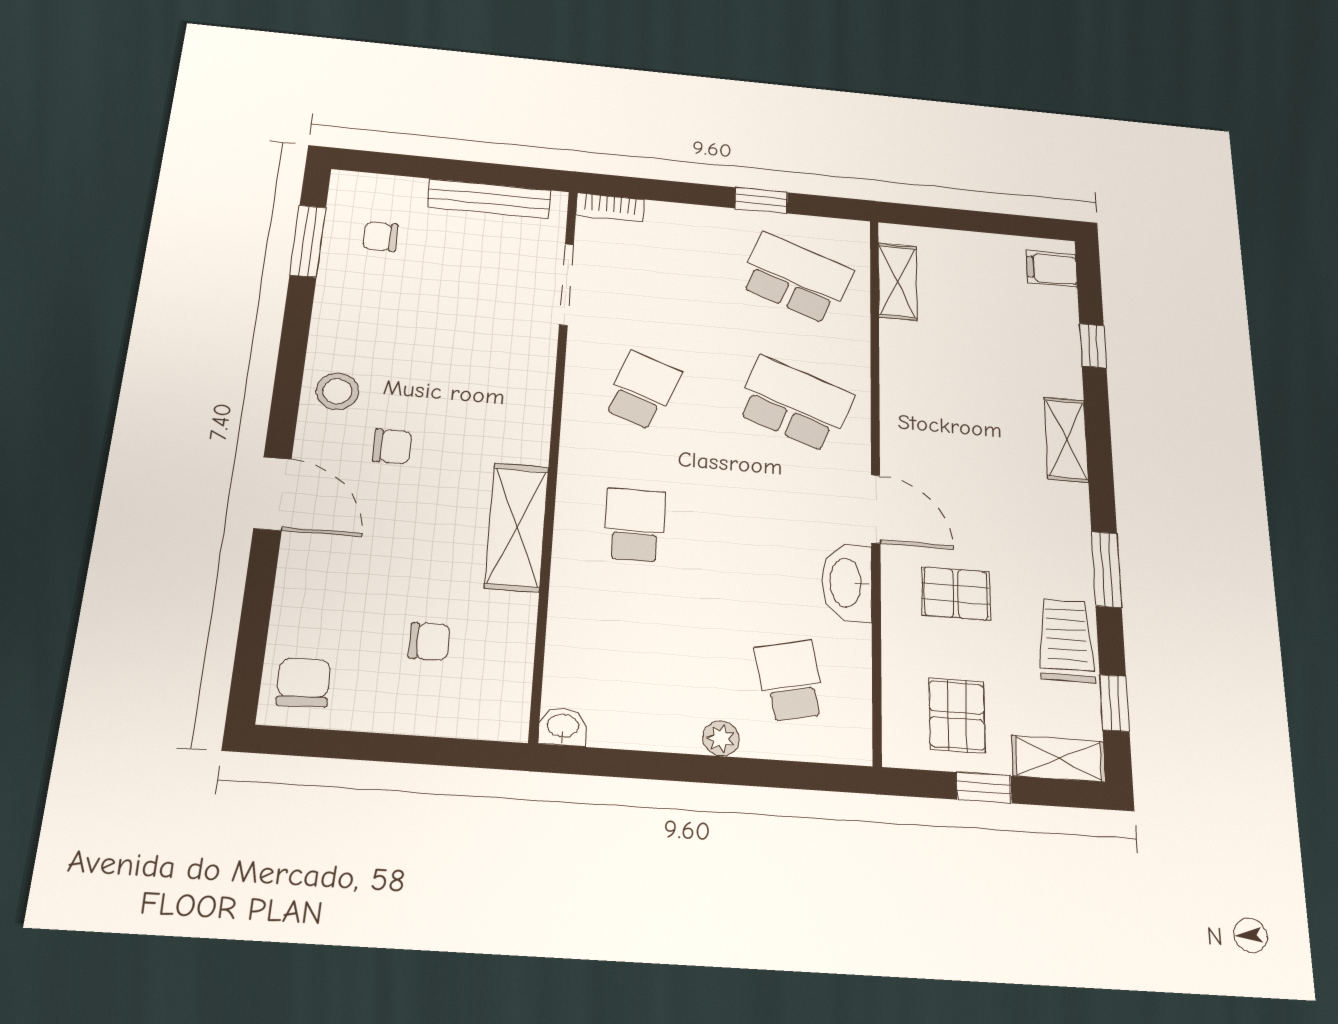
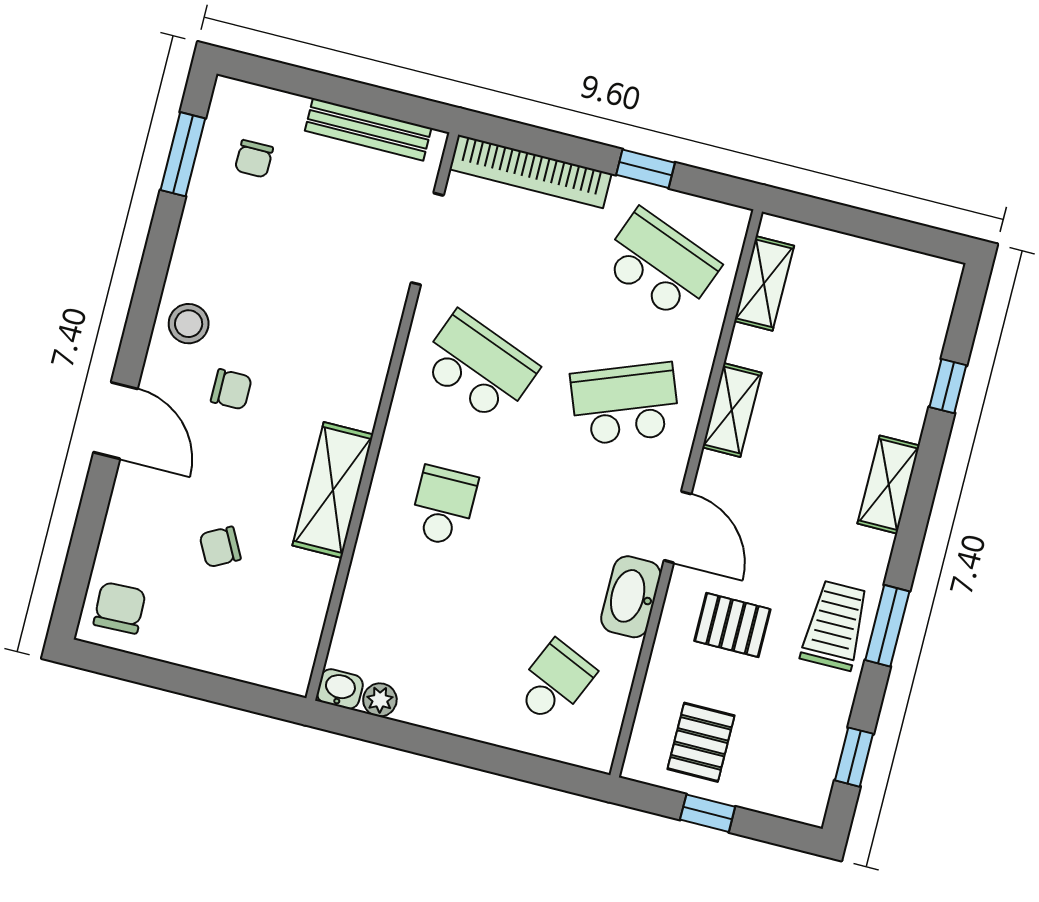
bookcase: (610, 208) -> (530, 171), width x2.31, depth x1.31
chair: (381, 237) -> (254, 159), turned -90
filing cabinet: (1052, 269) -> (931, 292), removed
school desk: (642, 390) -> (479, 367), width x1.85
school desk: (794, 404) -> (625, 404), turned -42
trolley: (1066, 640) -> (835, 626), moved
chair: (429, 642) -> (220, 547), moved, turned 152
school desk: (790, 681) -> (554, 682), turned 36
plant: (721, 738) -> (380, 700), moved
shelving: (1059, 758) -> (732, 410), moved, turned 90

